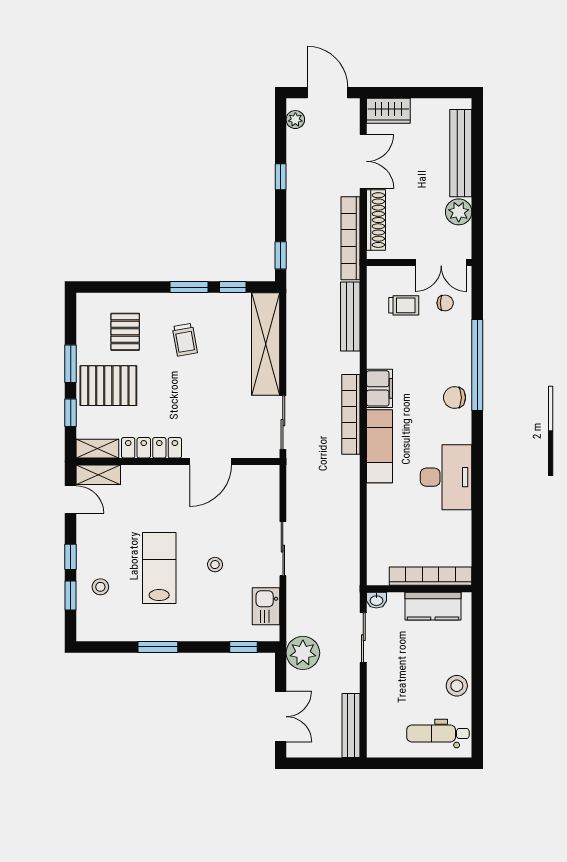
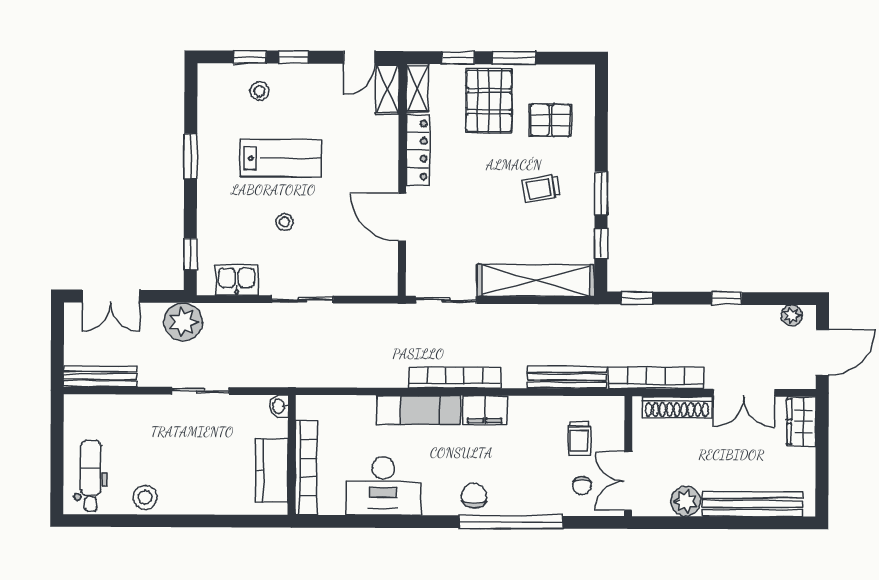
bookcase: (431, 576) -> (306, 468), moved
wall: (419, 589) -> (292, 455), moved
washbasin: (376, 600) -> (279, 406), moved
kitchen counter: (433, 606) -> (272, 471), moved

